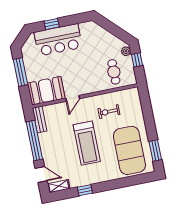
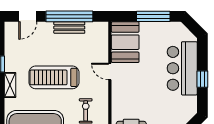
window: (52, 24) -> (202, 79), moved
bench: (40, 119) -> (69, 28), moved
shelving: (59, 186) -> (10, 85), moved

